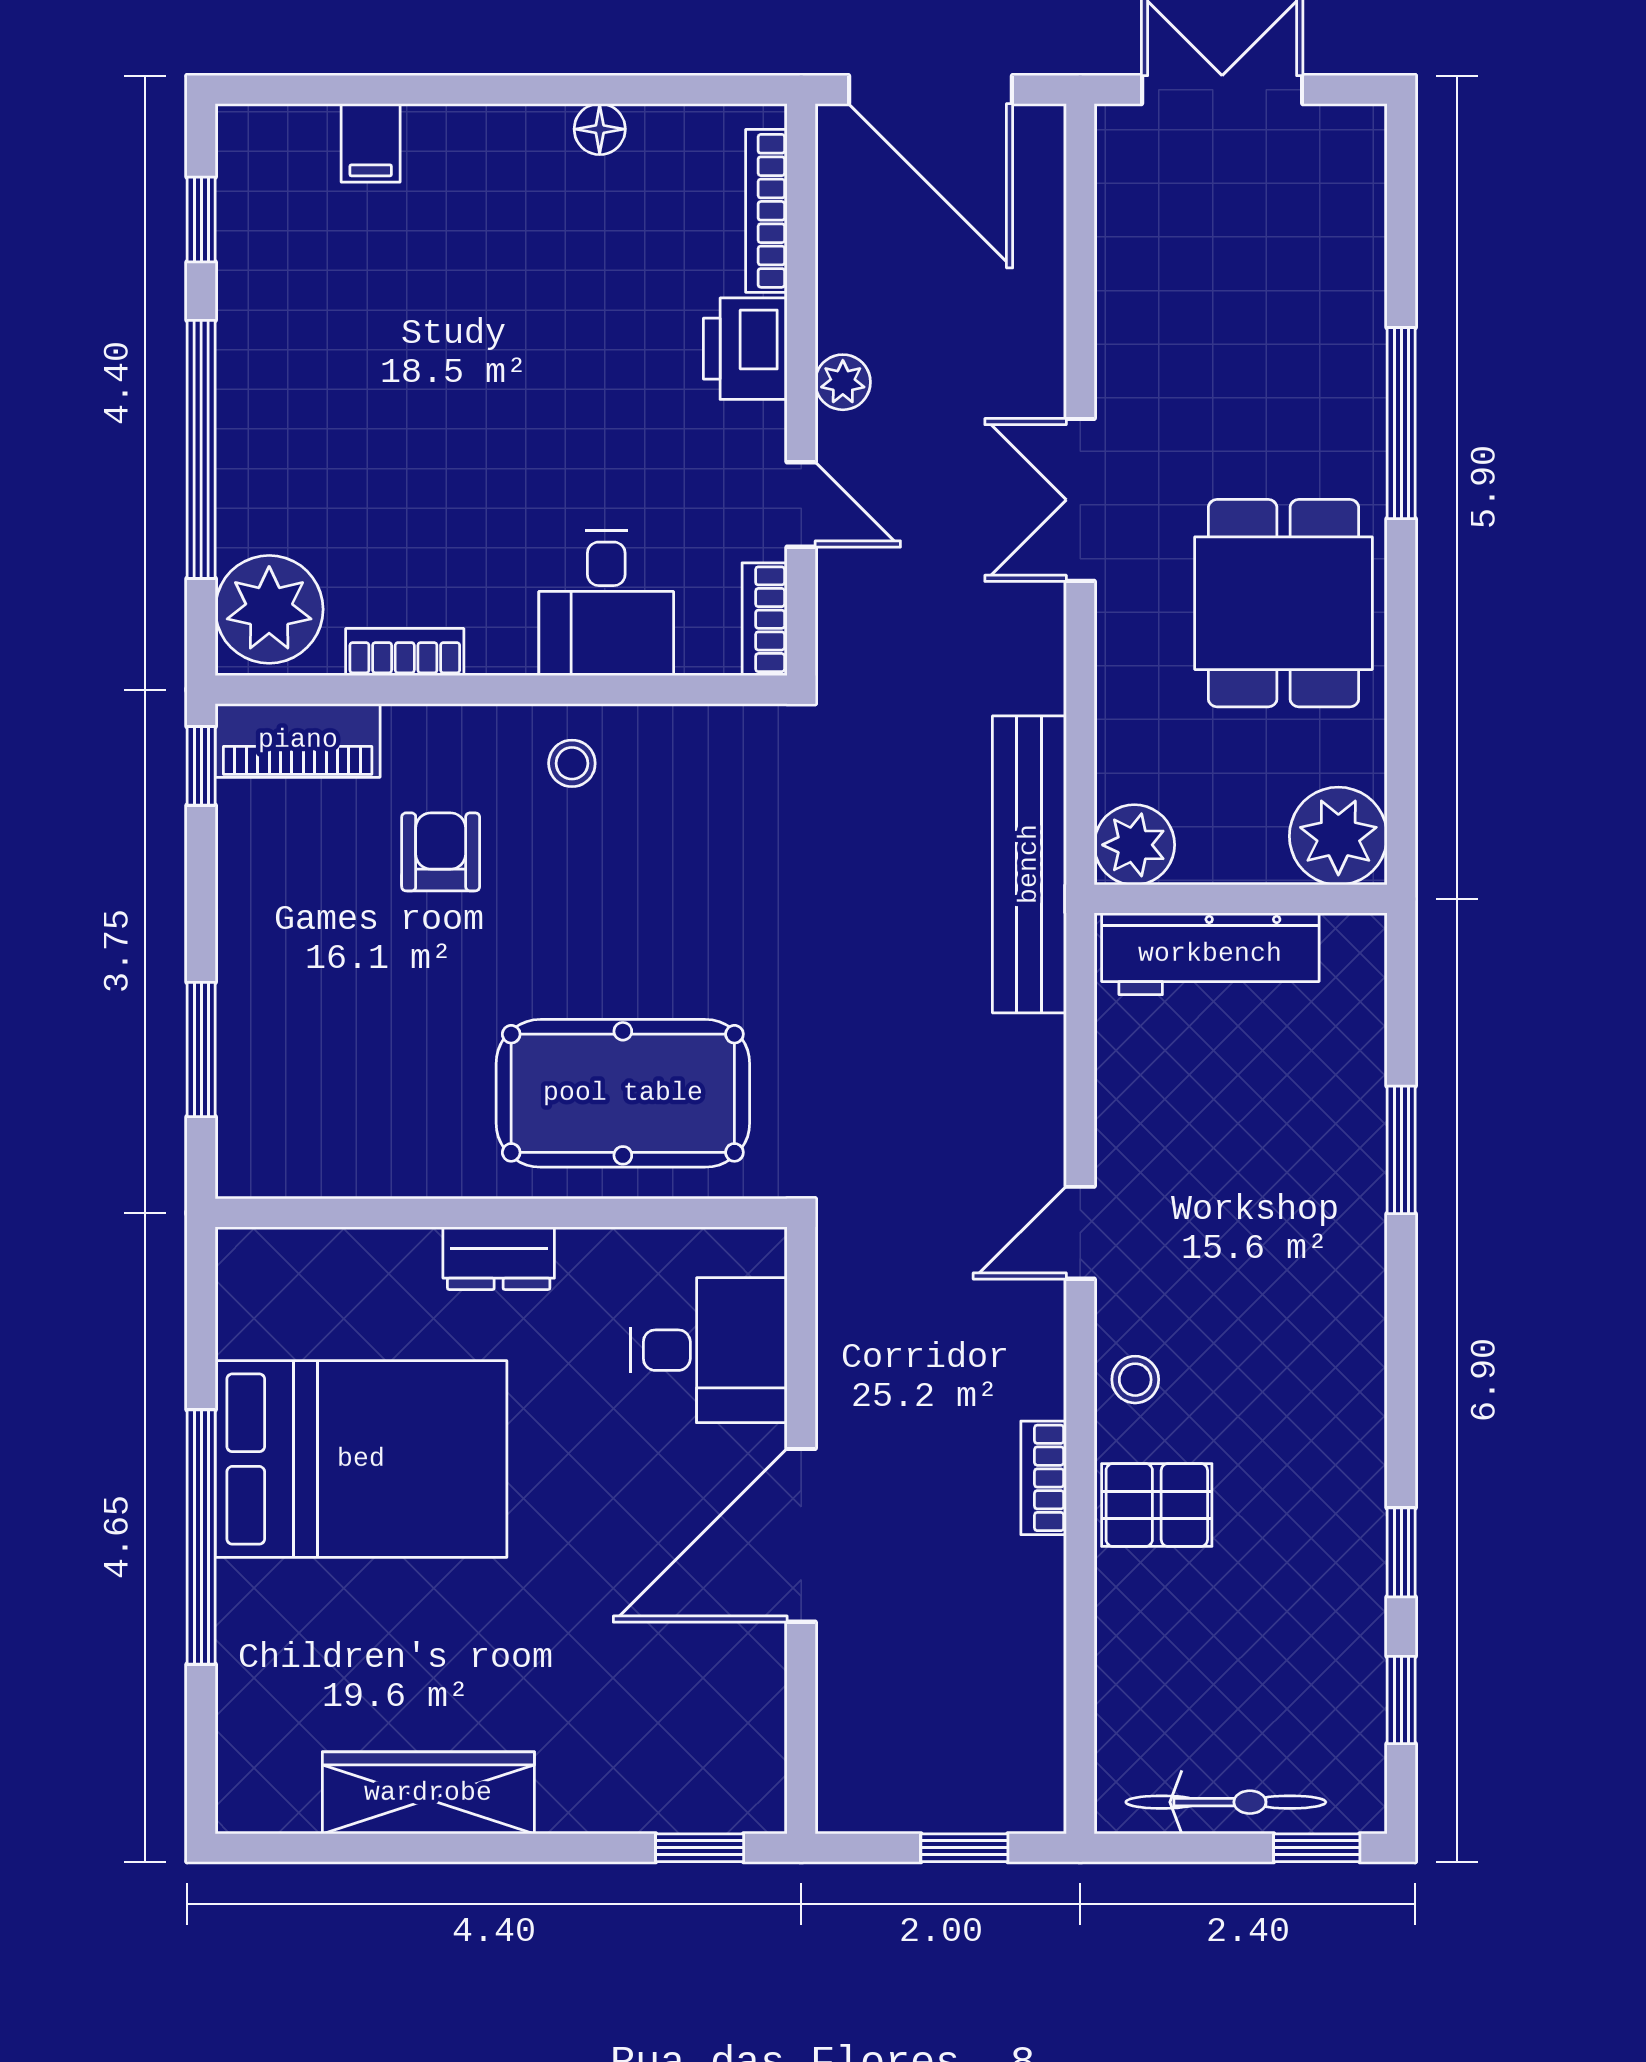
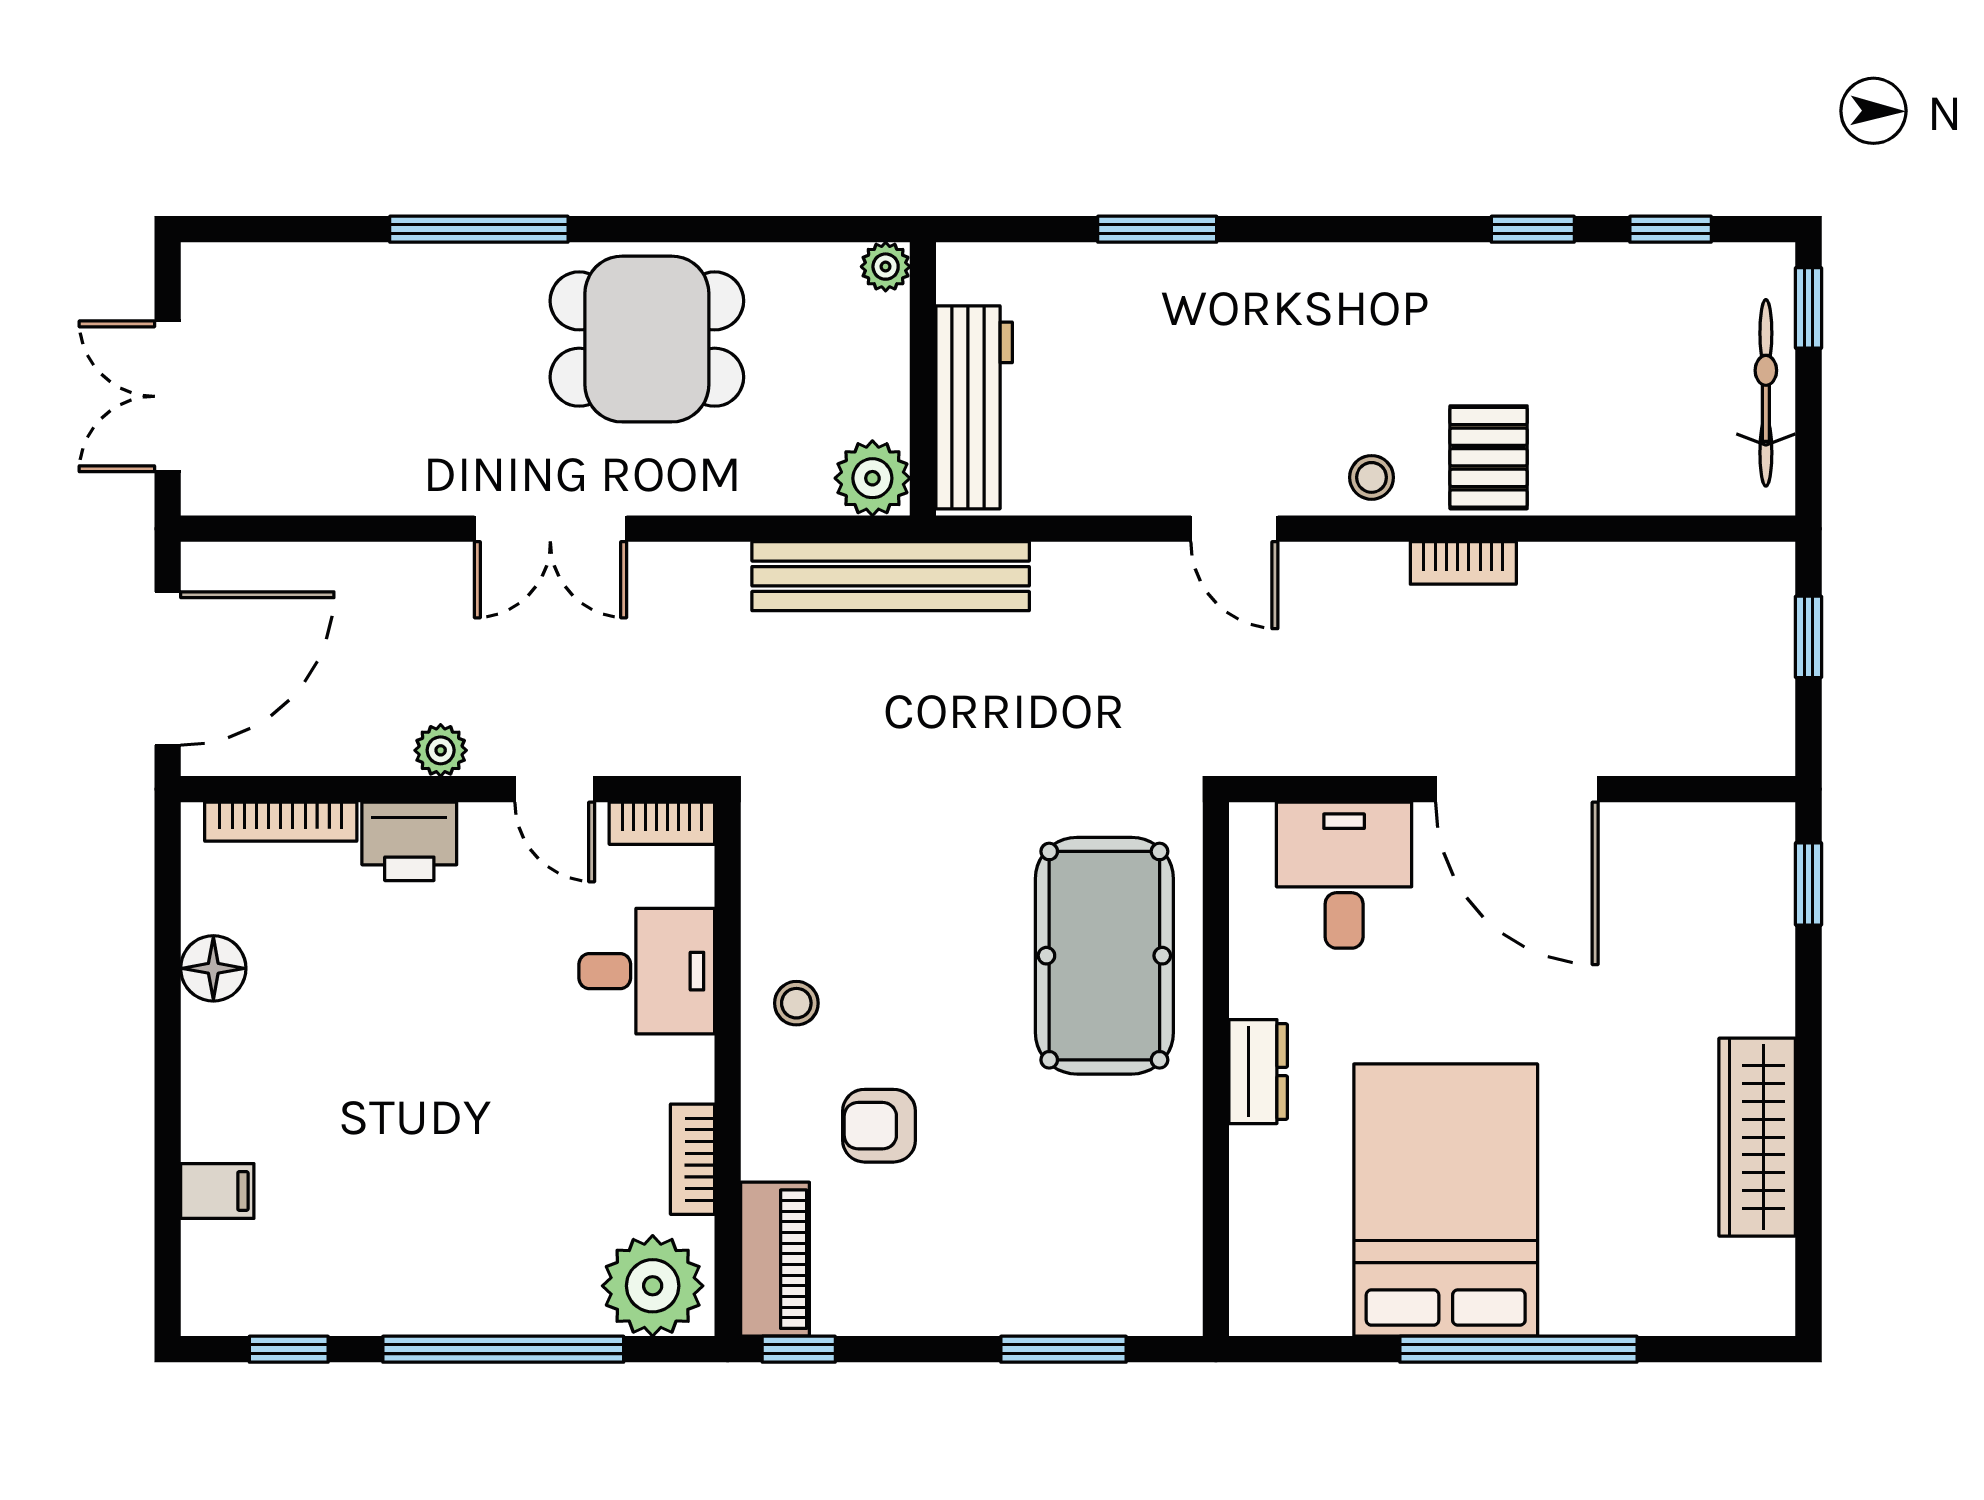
floor lamp: (600, 129) -> (213, 968), width x1.37, depth x1.37
door: (801, 504) -> (555, 789), swing flipped
plant: (1338, 836) -> (886, 267), width x0.53, depth x0.53

